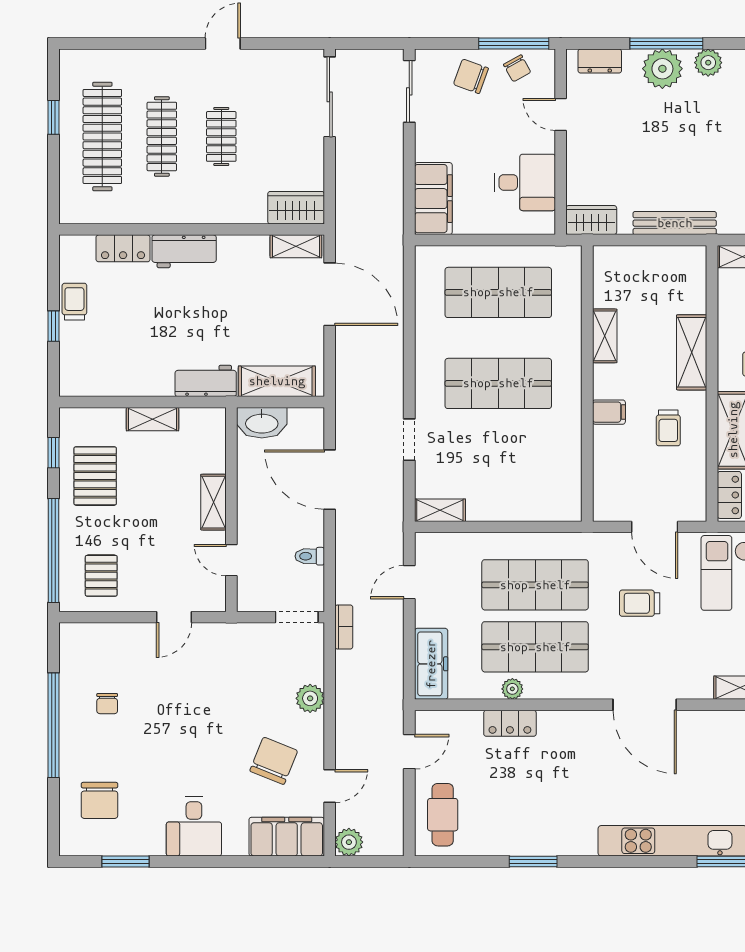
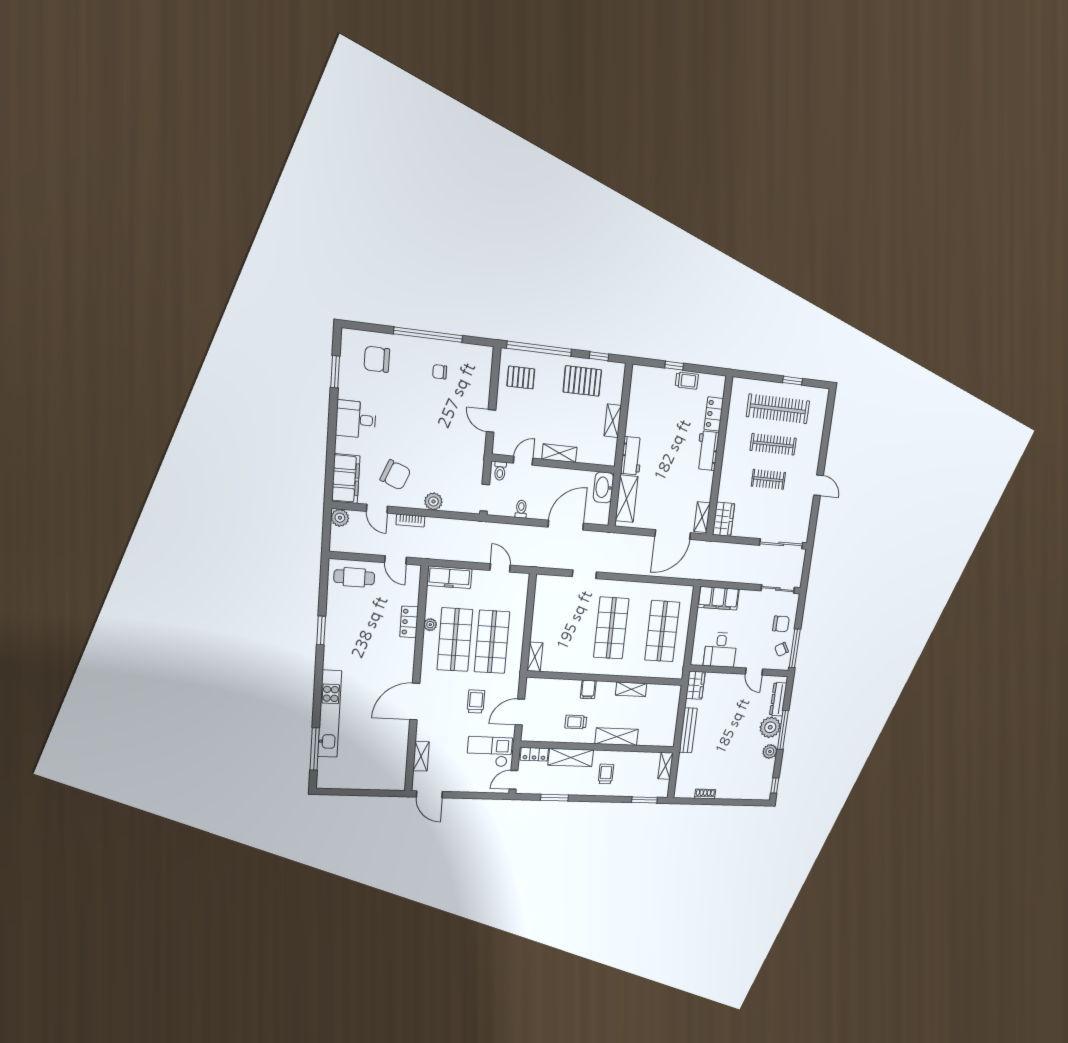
dresser: (600, 61) -> (778, 699), width x1.44
chair: (471, 76) -> (781, 624), turned 70
door: (561, 114) -> (754, 672), swing flipped
shelving: (440, 510) -> (535, 657), moved
toilet: (251, 596) -> (500, 471), added
bookcase: (344, 627) -> (410, 520), moved

